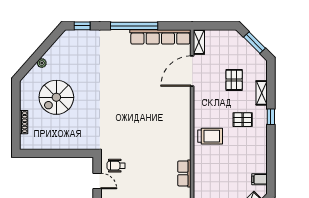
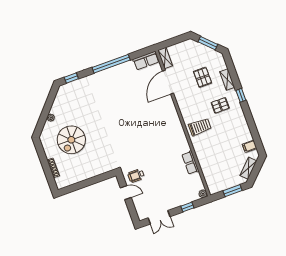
row of seats: (160, 37) -> (146, 61), width x0.50

